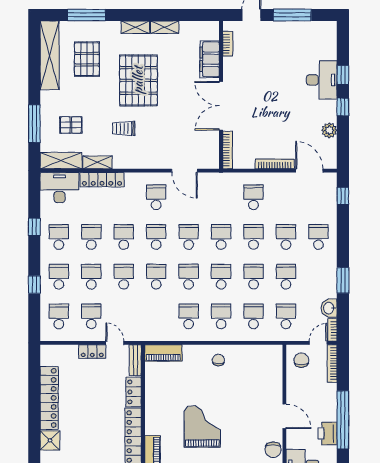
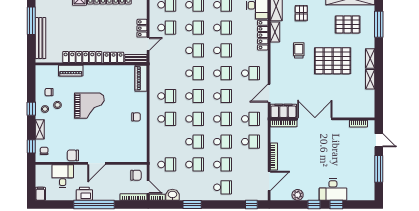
filing cabinet: (210, 59) -> (283, 111), moved
school desk: (254, 316) -> (250, 119), moved

